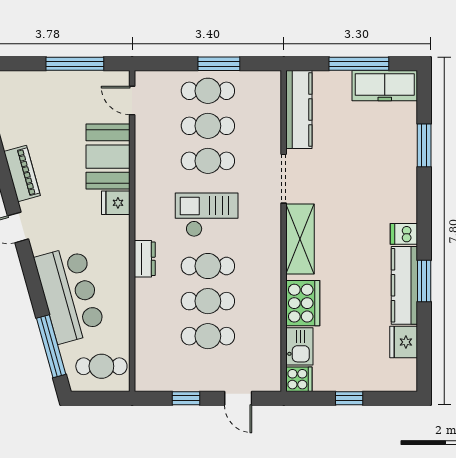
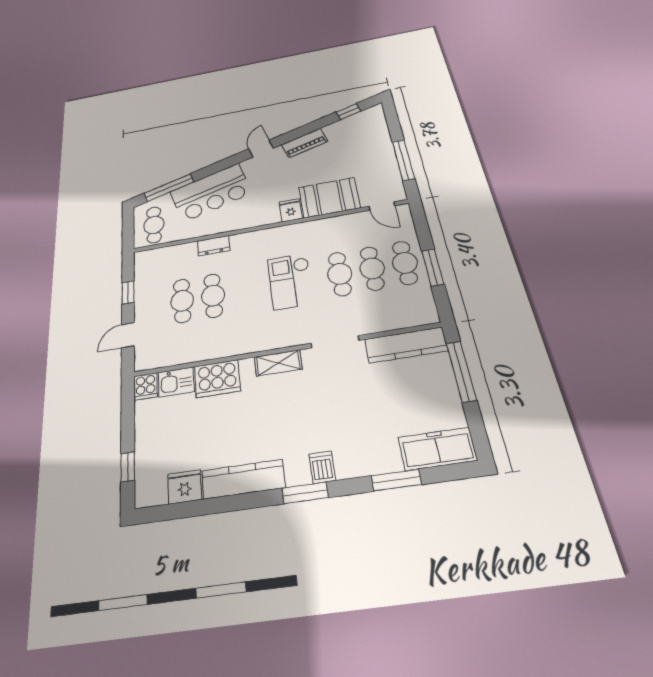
window: (359, 64) -> (461, 371), moved
freezer: (385, 86) -> (437, 449), moved, turned 90
door: (132, 100) -> (382, 206), swing flipped
checkout: (207, 215) -> (290, 281), turned 180
dishwasher: (404, 234) -> (322, 467), moved
shelving: (300, 239) -> (278, 363), width x0.67, depth x0.75
dresser: (145, 259) -> (214, 246), moved
cafe table: (208, 266) -> (244, 290), removed
window: (424, 281) -> (305, 493), moved
window: (349, 398) -> (128, 467), moved

